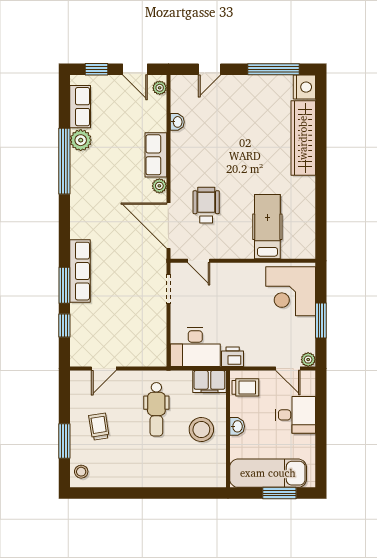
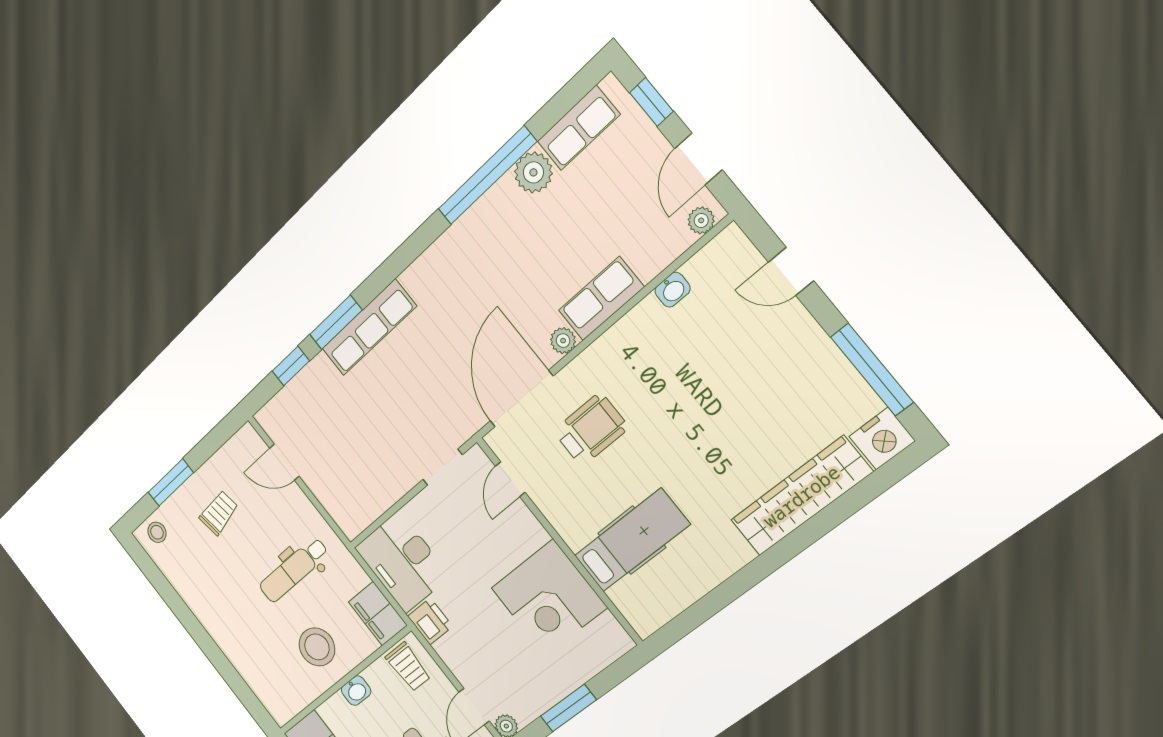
corner desk: (291, 291) -> (549, 598), moved, turned -90

